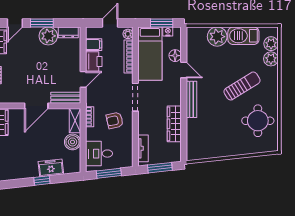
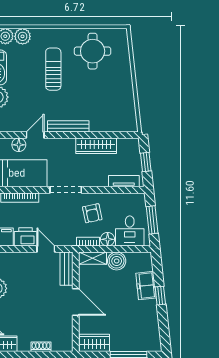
sun lounger: (242, 86) -> (53, 69), turned 32
floor lamp: (92, 134) -> (108, 239), added
window: (160, 168) -> (146, 162), width x0.67

